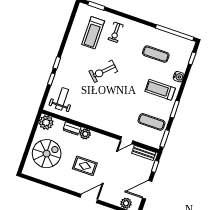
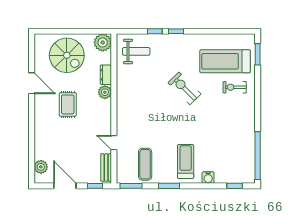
treadmill: (93, 33) -> (225, 61), width x1.37, depth x1.38
exercise mat: (156, 54) -> (225, 142), removed
door: (89, 198) -> (32, 83), moved

